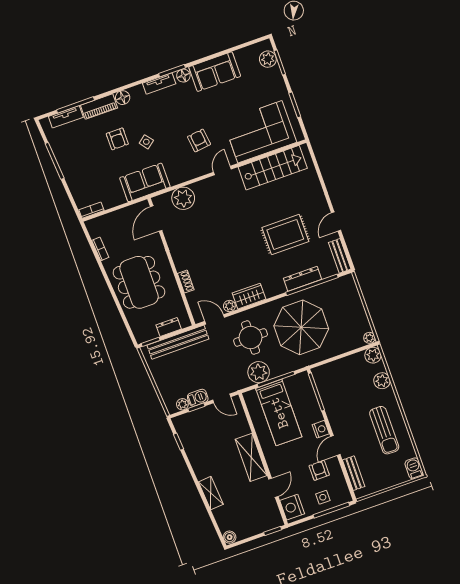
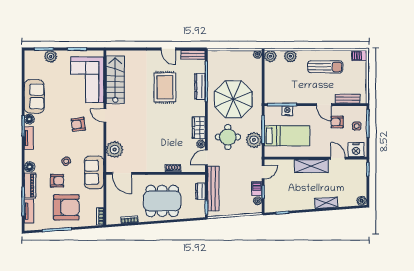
plant: (268, 59) -> (51, 56), moved
armchair: (87, 163) -> (66, 207), added
nightstand: (321, 429) -> (287, 111), moved

